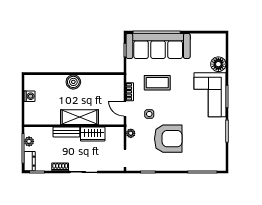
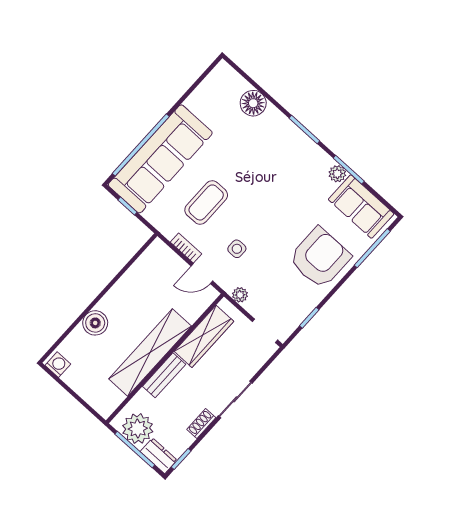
boiler: (73, 82) -> (95, 323), moved
corner sofa: (210, 95) -> (283, 149), removed
washing machine: (30, 96) -> (58, 365), moved
shelving: (80, 117) -> (150, 352), width x1.47
plant: (221, 128) -> (337, 174), added
wardrobe: (93, 134) -> (204, 336), width x1.50
armchair: (168, 139) -> (320, 258), moved
plant: (29, 141) -> (138, 429), width x1.88, depth x1.88
sofa: (216, 151) -> (361, 207), added

